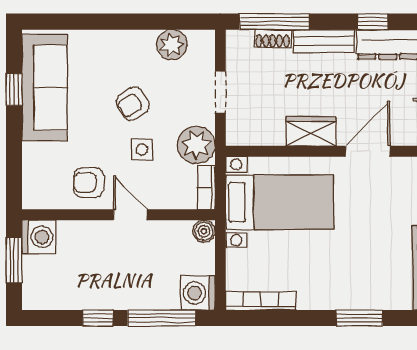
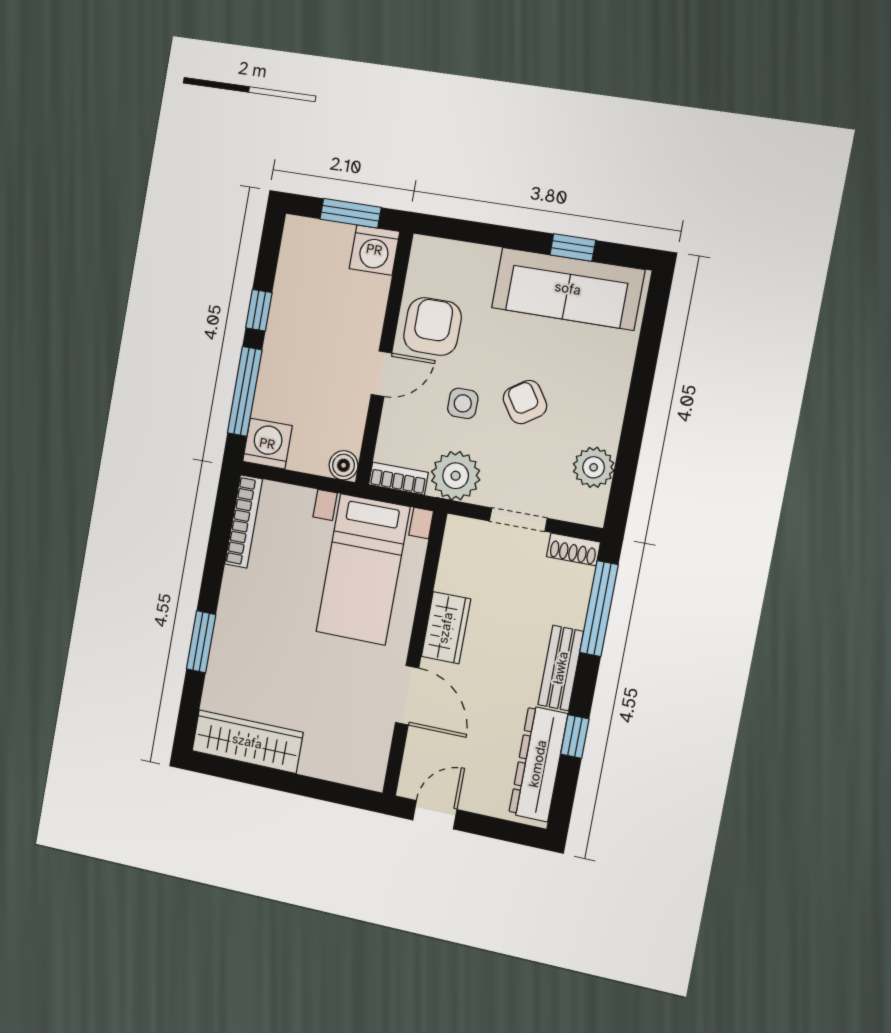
shoe rack: (273, 39) -> (573, 549), moved, turned -90
armchair: (89, 183) -> (432, 327), width x1.38, depth x1.38

